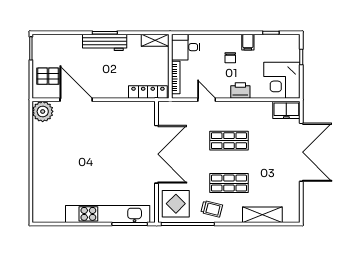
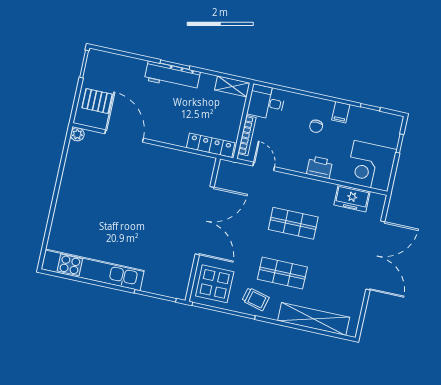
door: (207, 100) -> (264, 166), moved
freezer: (286, 110) -> (352, 198), moved
plant: (43, 111) -> (77, 134), width x0.53, depth x0.53
kitchen unit: (108, 214) -> (93, 270), moved
shelving: (262, 215) -> (314, 319), width x1.47

